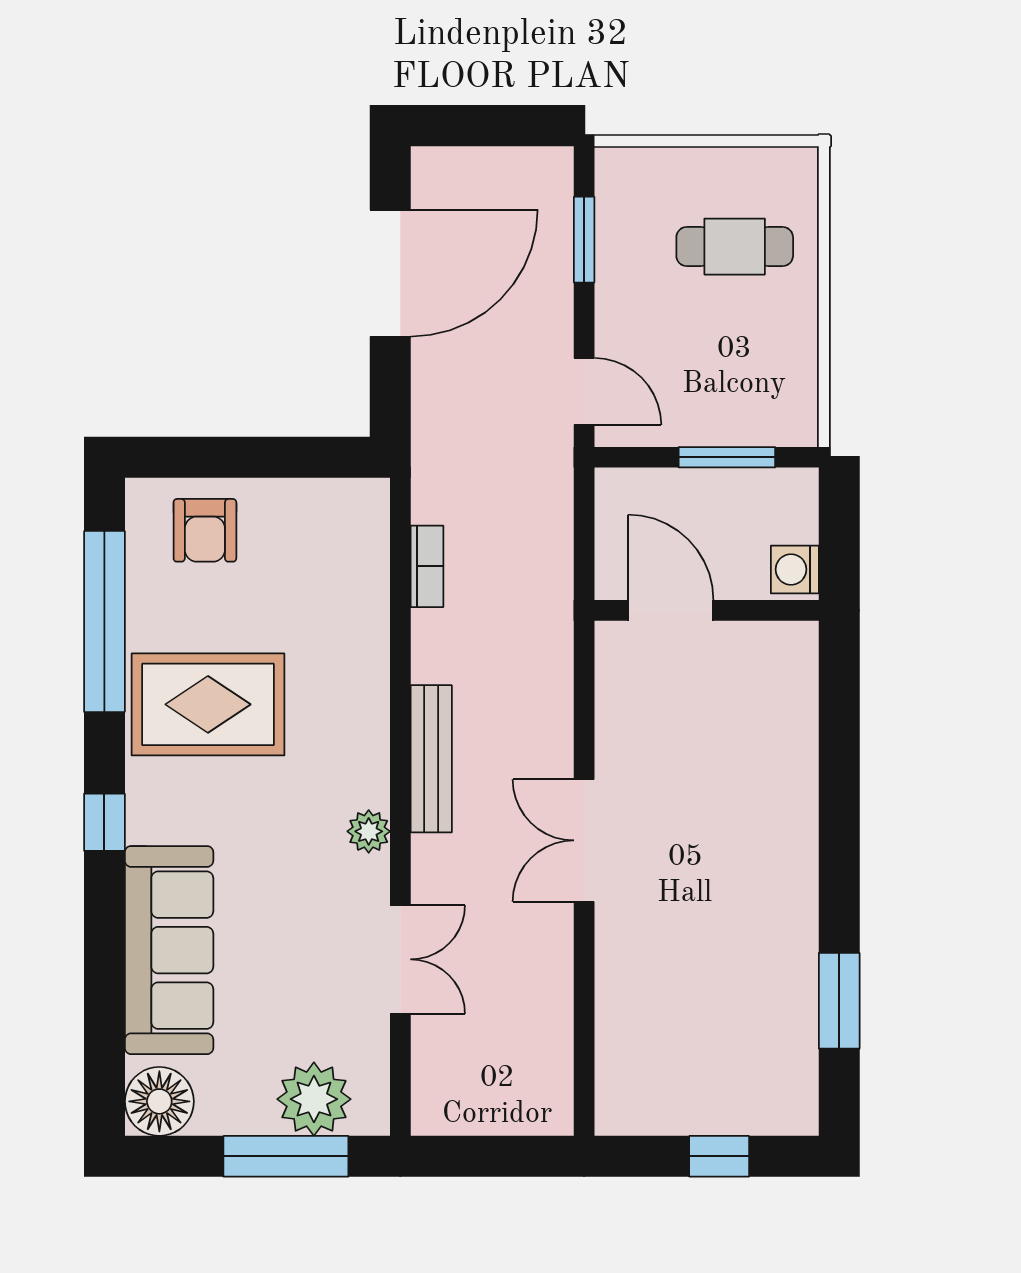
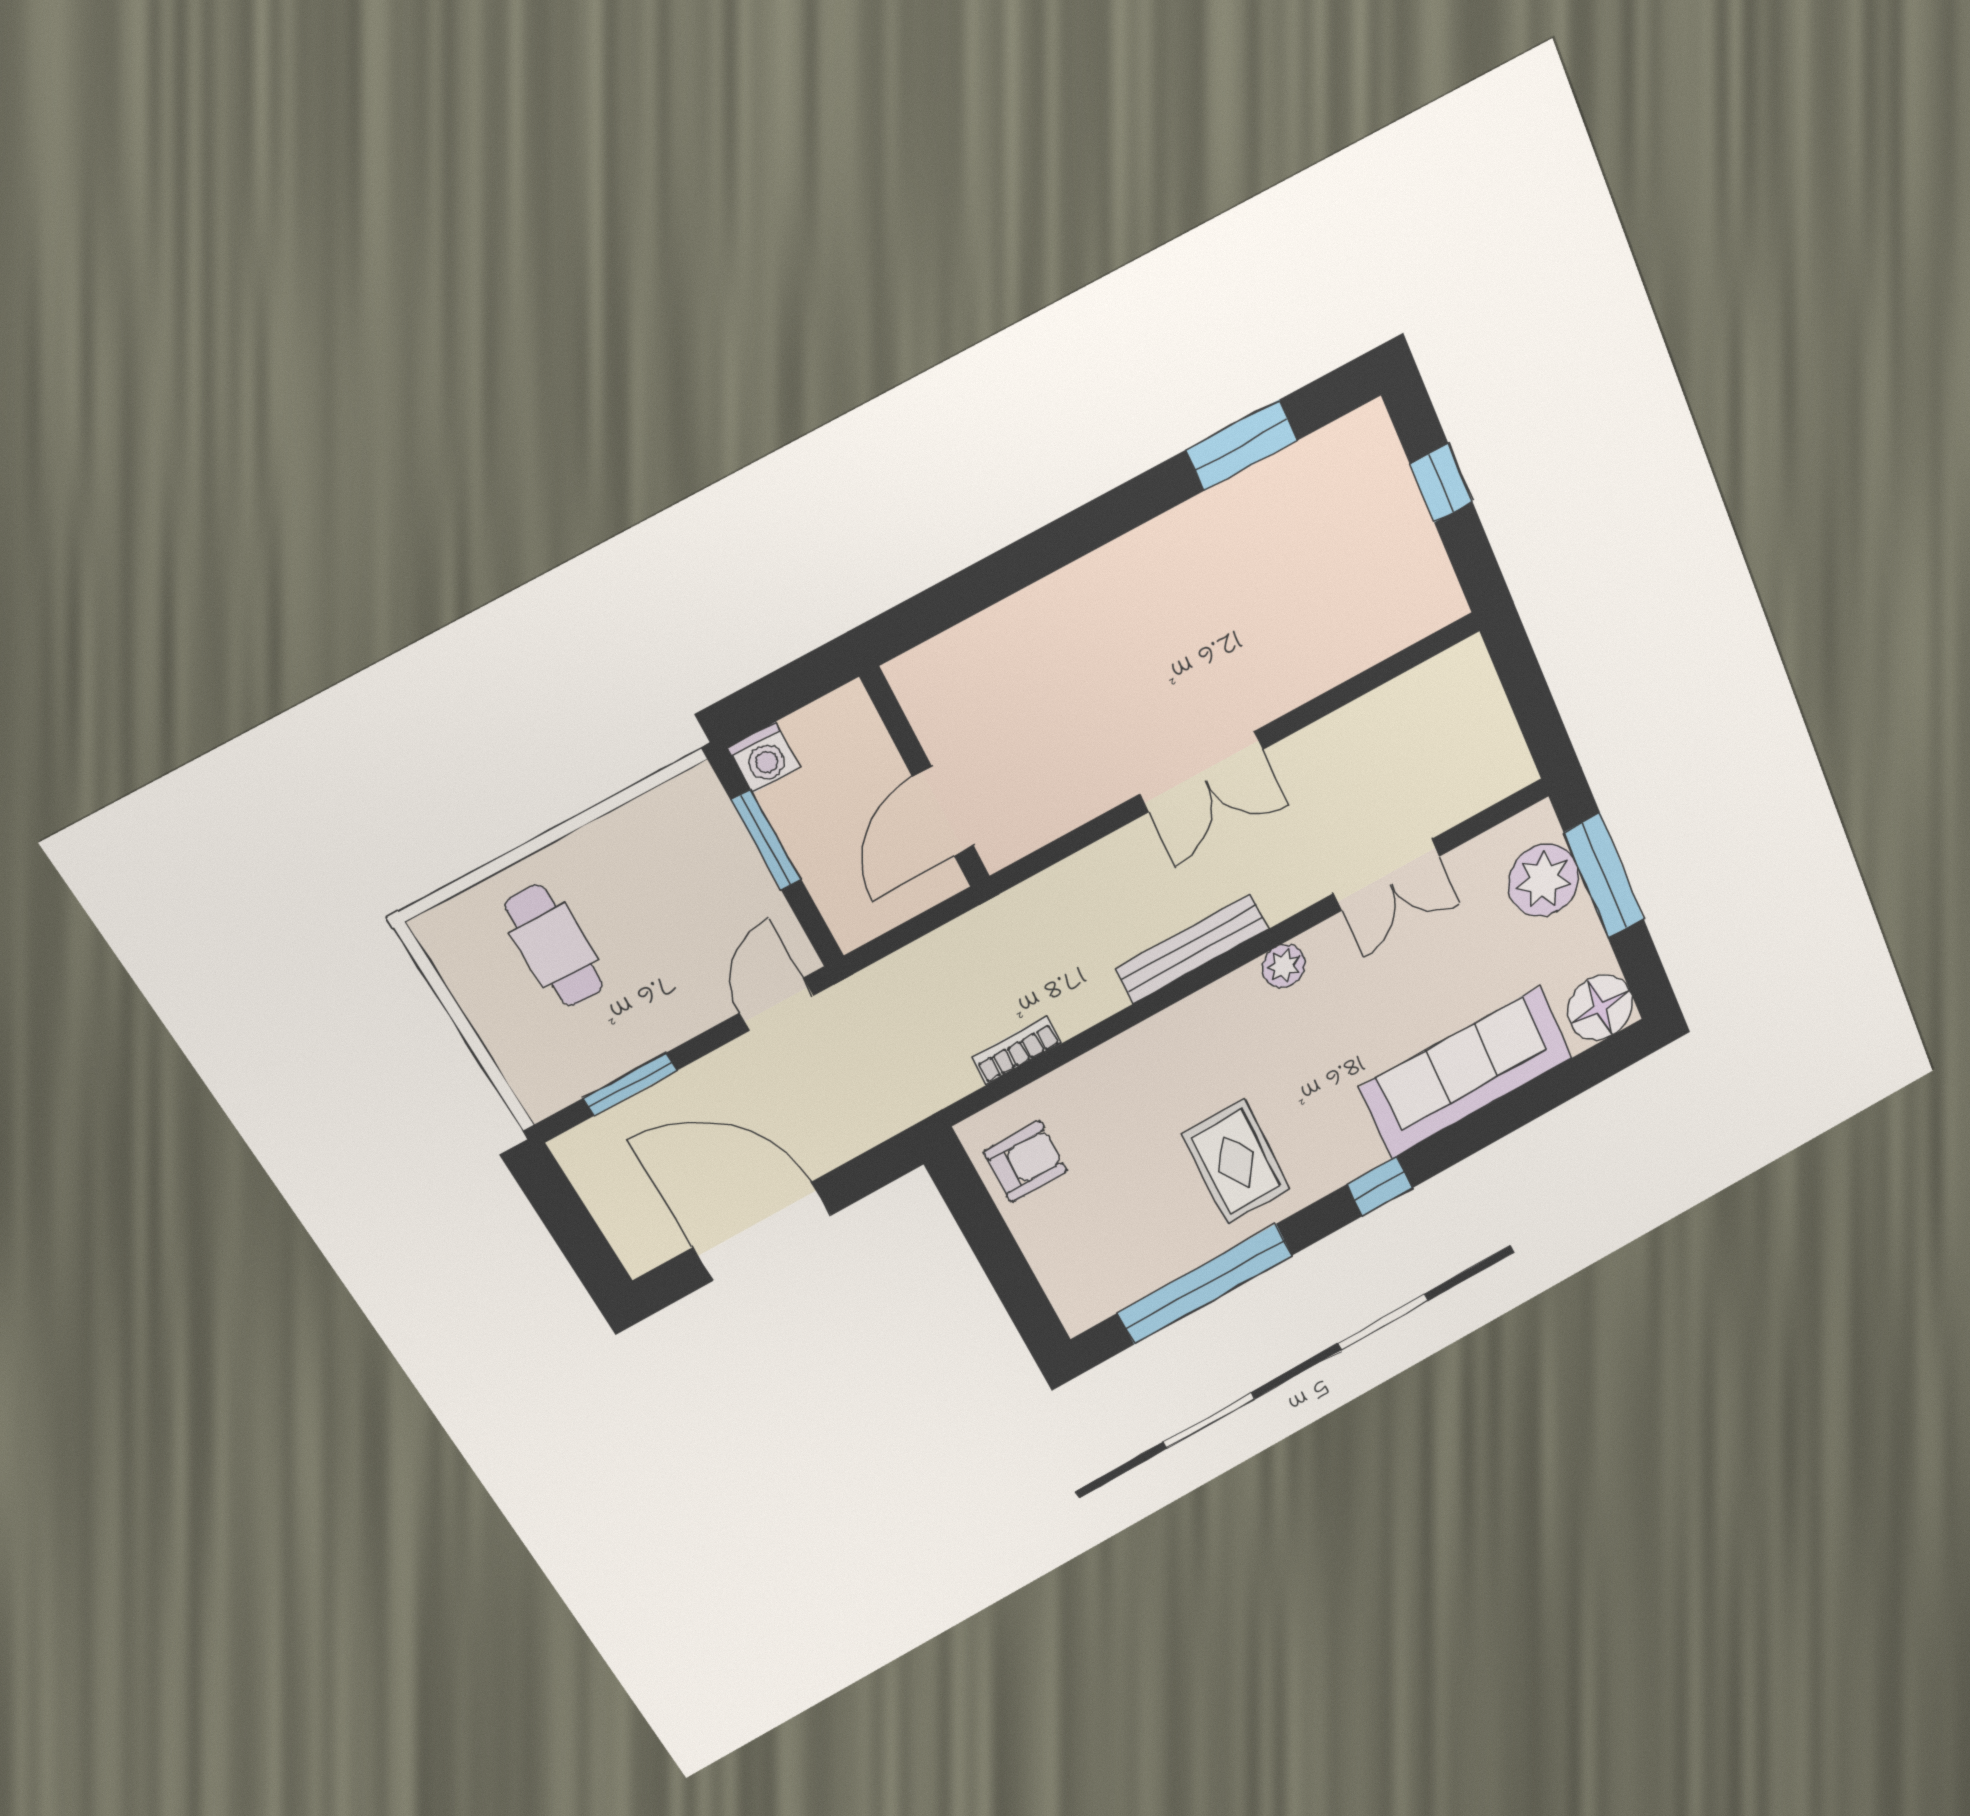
armchair: (205, 530) -> (1025, 1162), moved
washing machine: (795, 569) -> (764, 758), moved
rug: (208, 704) -> (1236, 1162), width x0.73, depth x0.70
double door: (400, 959) -> (1387, 875), swing flipped

